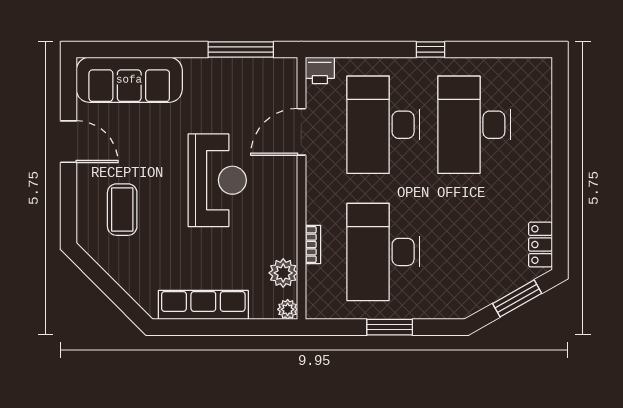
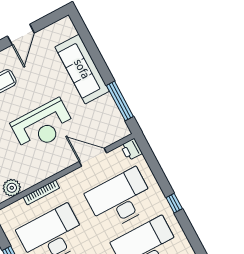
sofa: (129, 80) -> (82, 69), moved
bookcase: (313, 245) -> (41, 193), width x1.56

